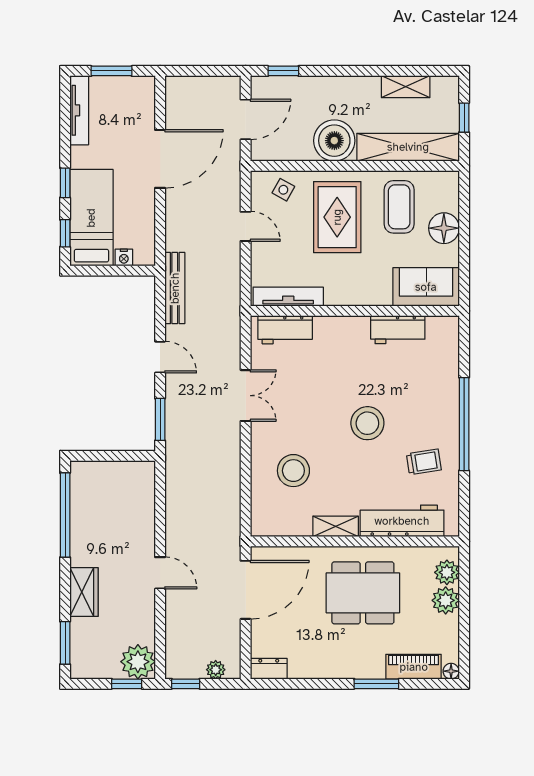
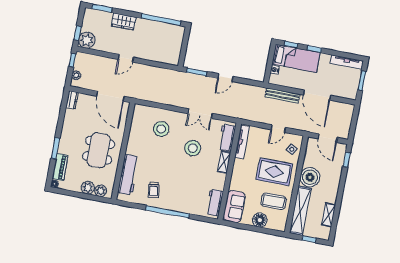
bench: (175, 288) -> (282, 96), moved
workbench: (398, 330) -> (215, 203), moved
stool: (367, 423) -> (193, 148), moved
shelving: (336, 526) -> (224, 162), moved

